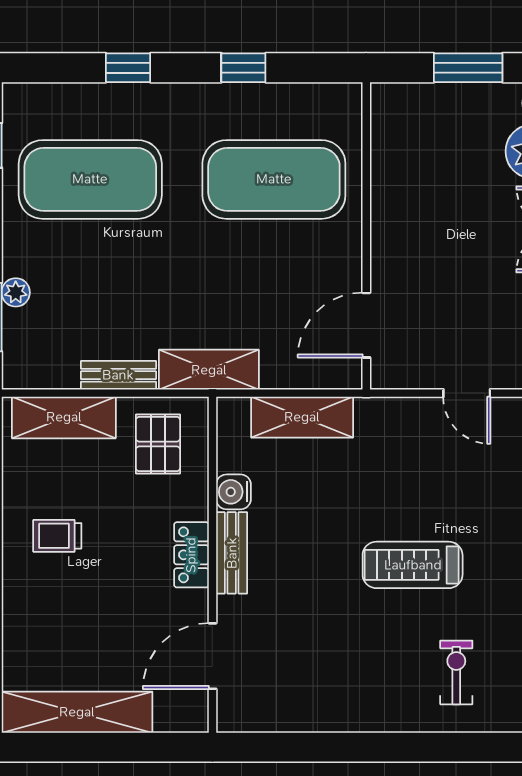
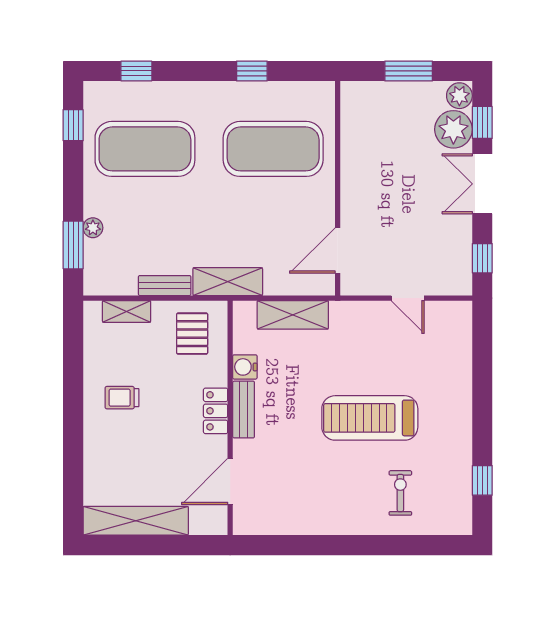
window: (128, 68) -> (136, 71), moved
shelving: (64, 417) -> (127, 311), width x0.67, depth x0.75
treadmill: (413, 565) -> (370, 418), width x1.37, depth x1.38

